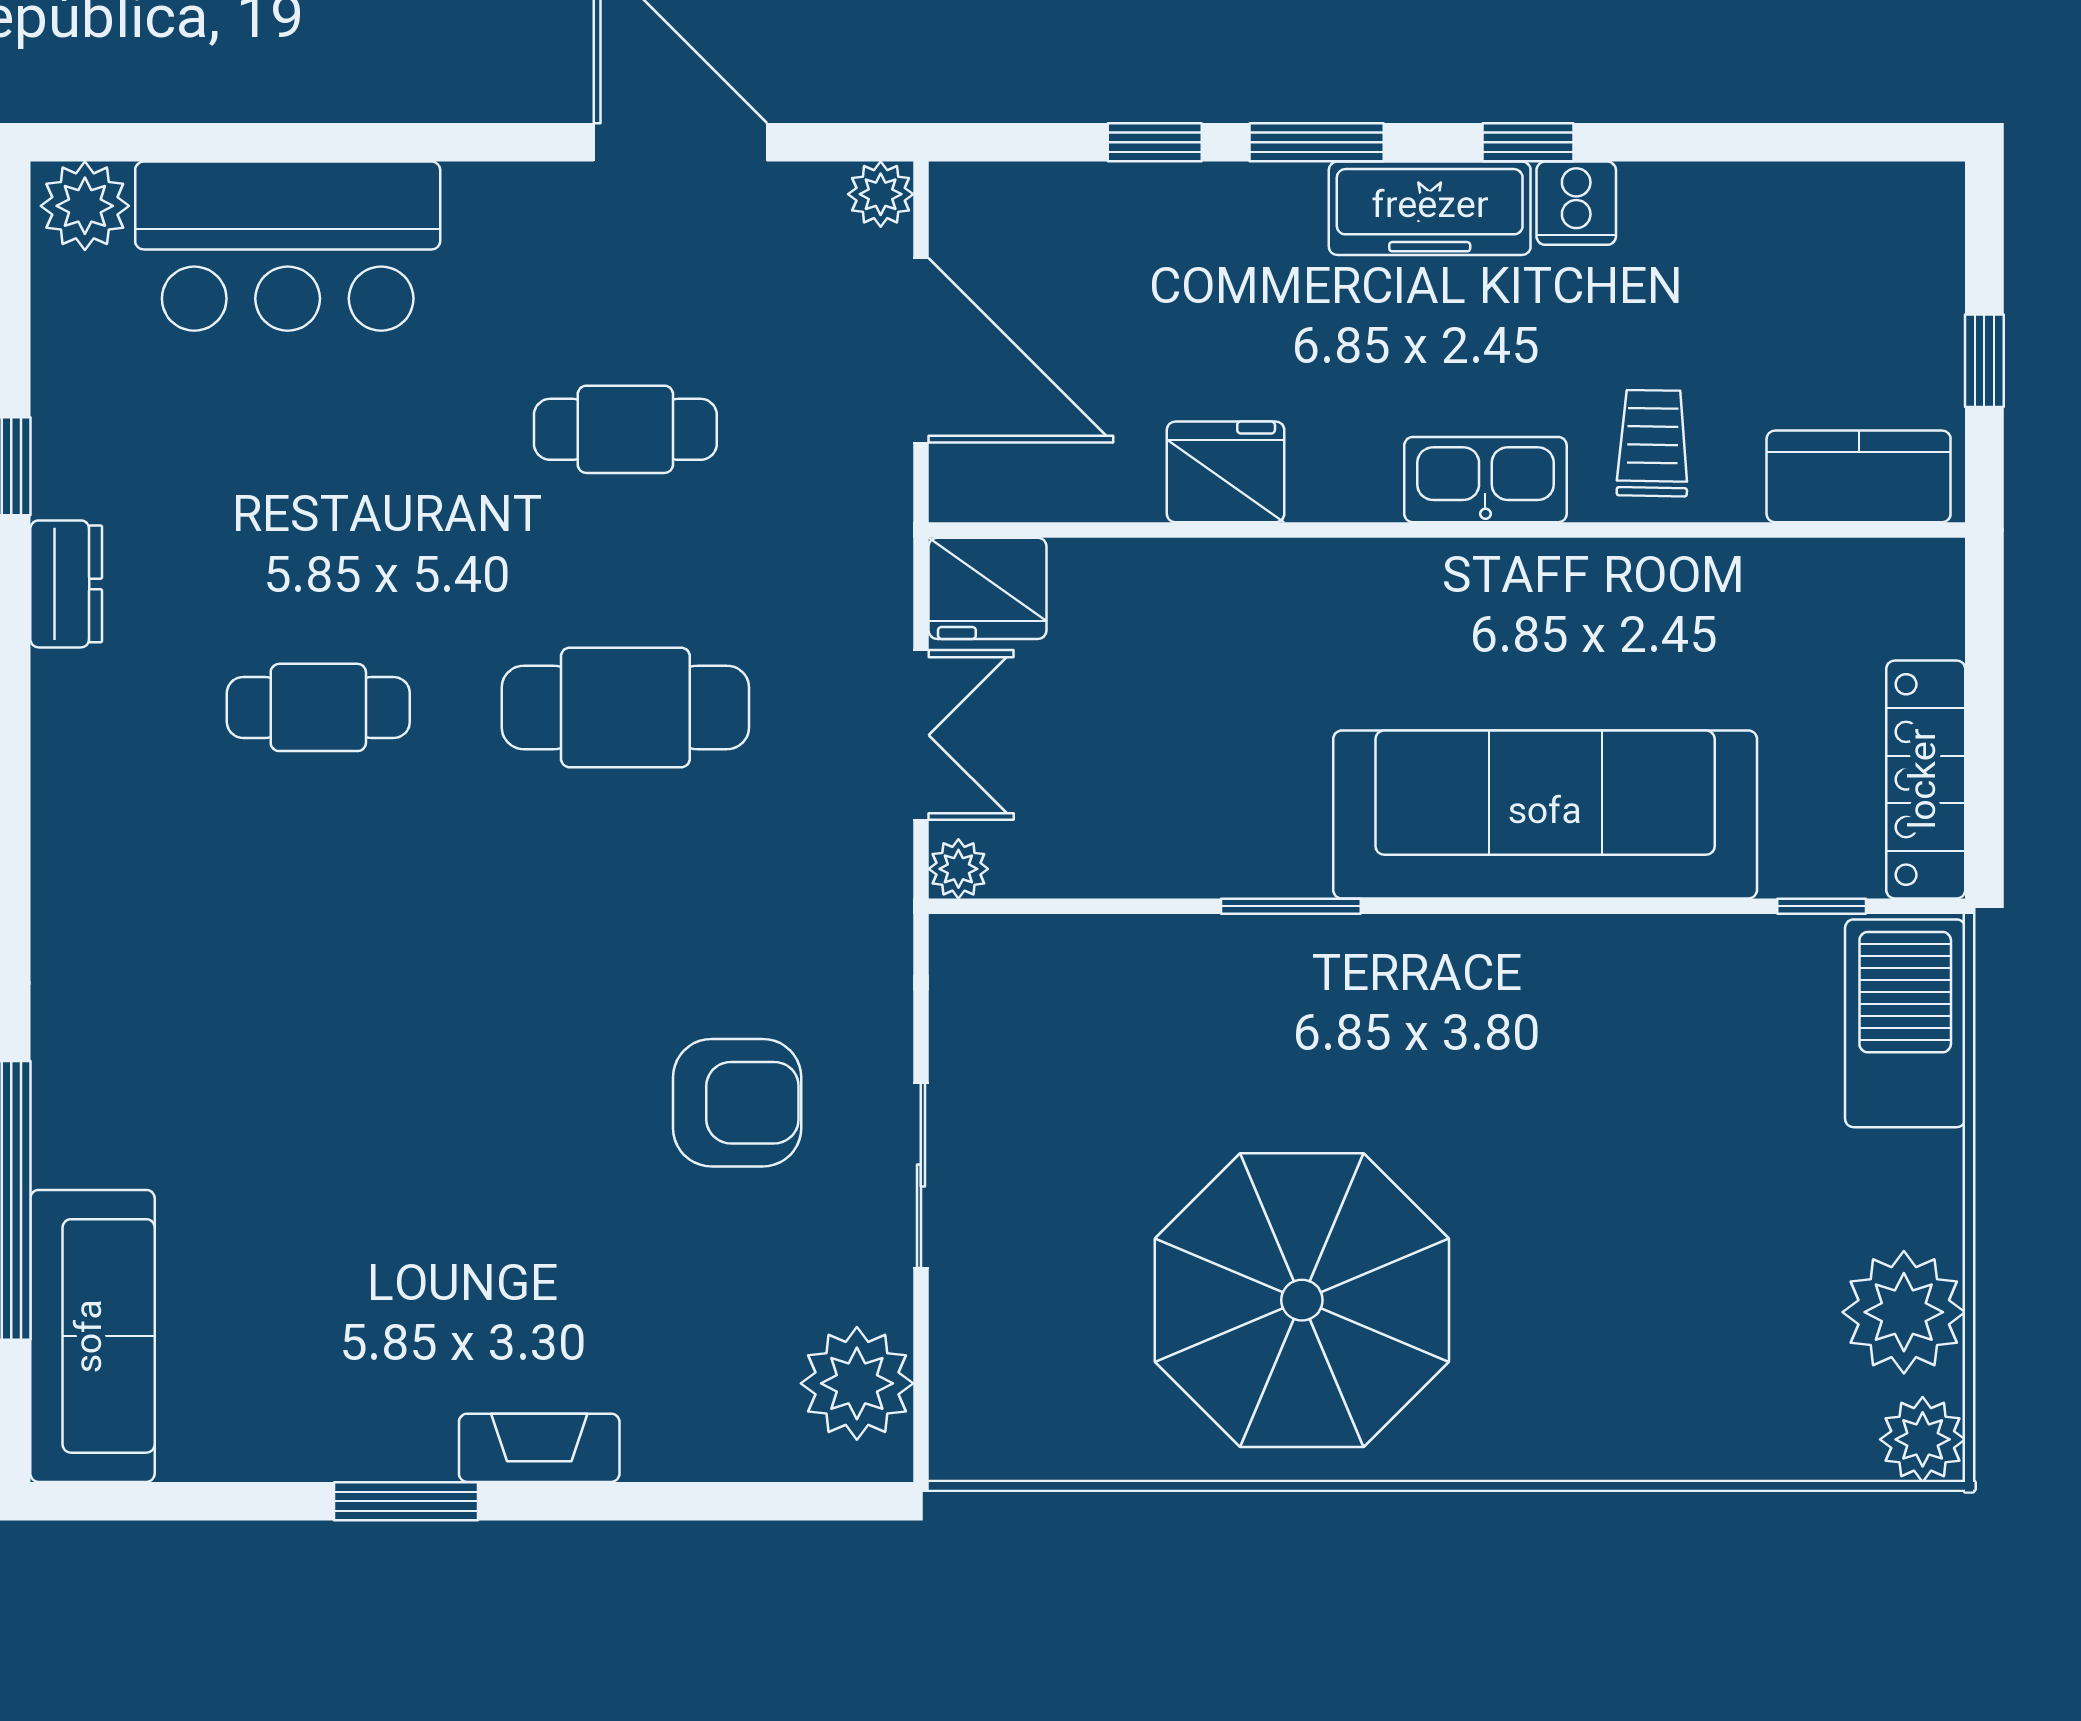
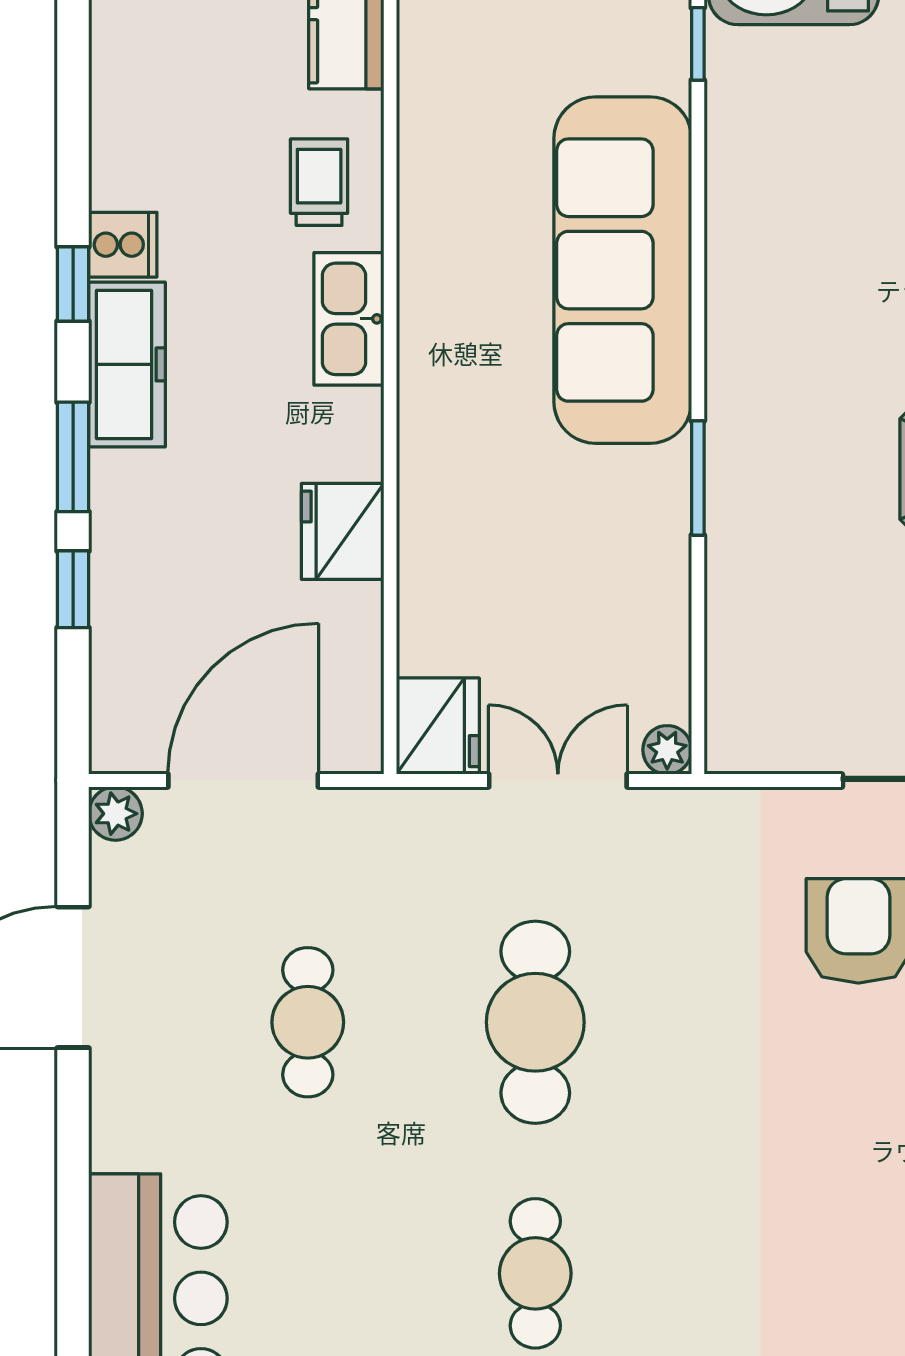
trolley: (1653, 443) -> (319, 182), turned 89

